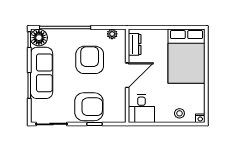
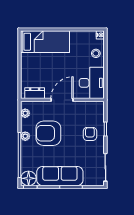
plant: (86, 34) -> (25, 136), added
bed: (186, 56) -> (45, 42), width x0.67
door: (127, 75) -> (62, 100), hinge flipped
armchair: (89, 107) -> (90, 134), width x0.53, depth x0.53
desk: (141, 109) -> (92, 83), width x1.37

